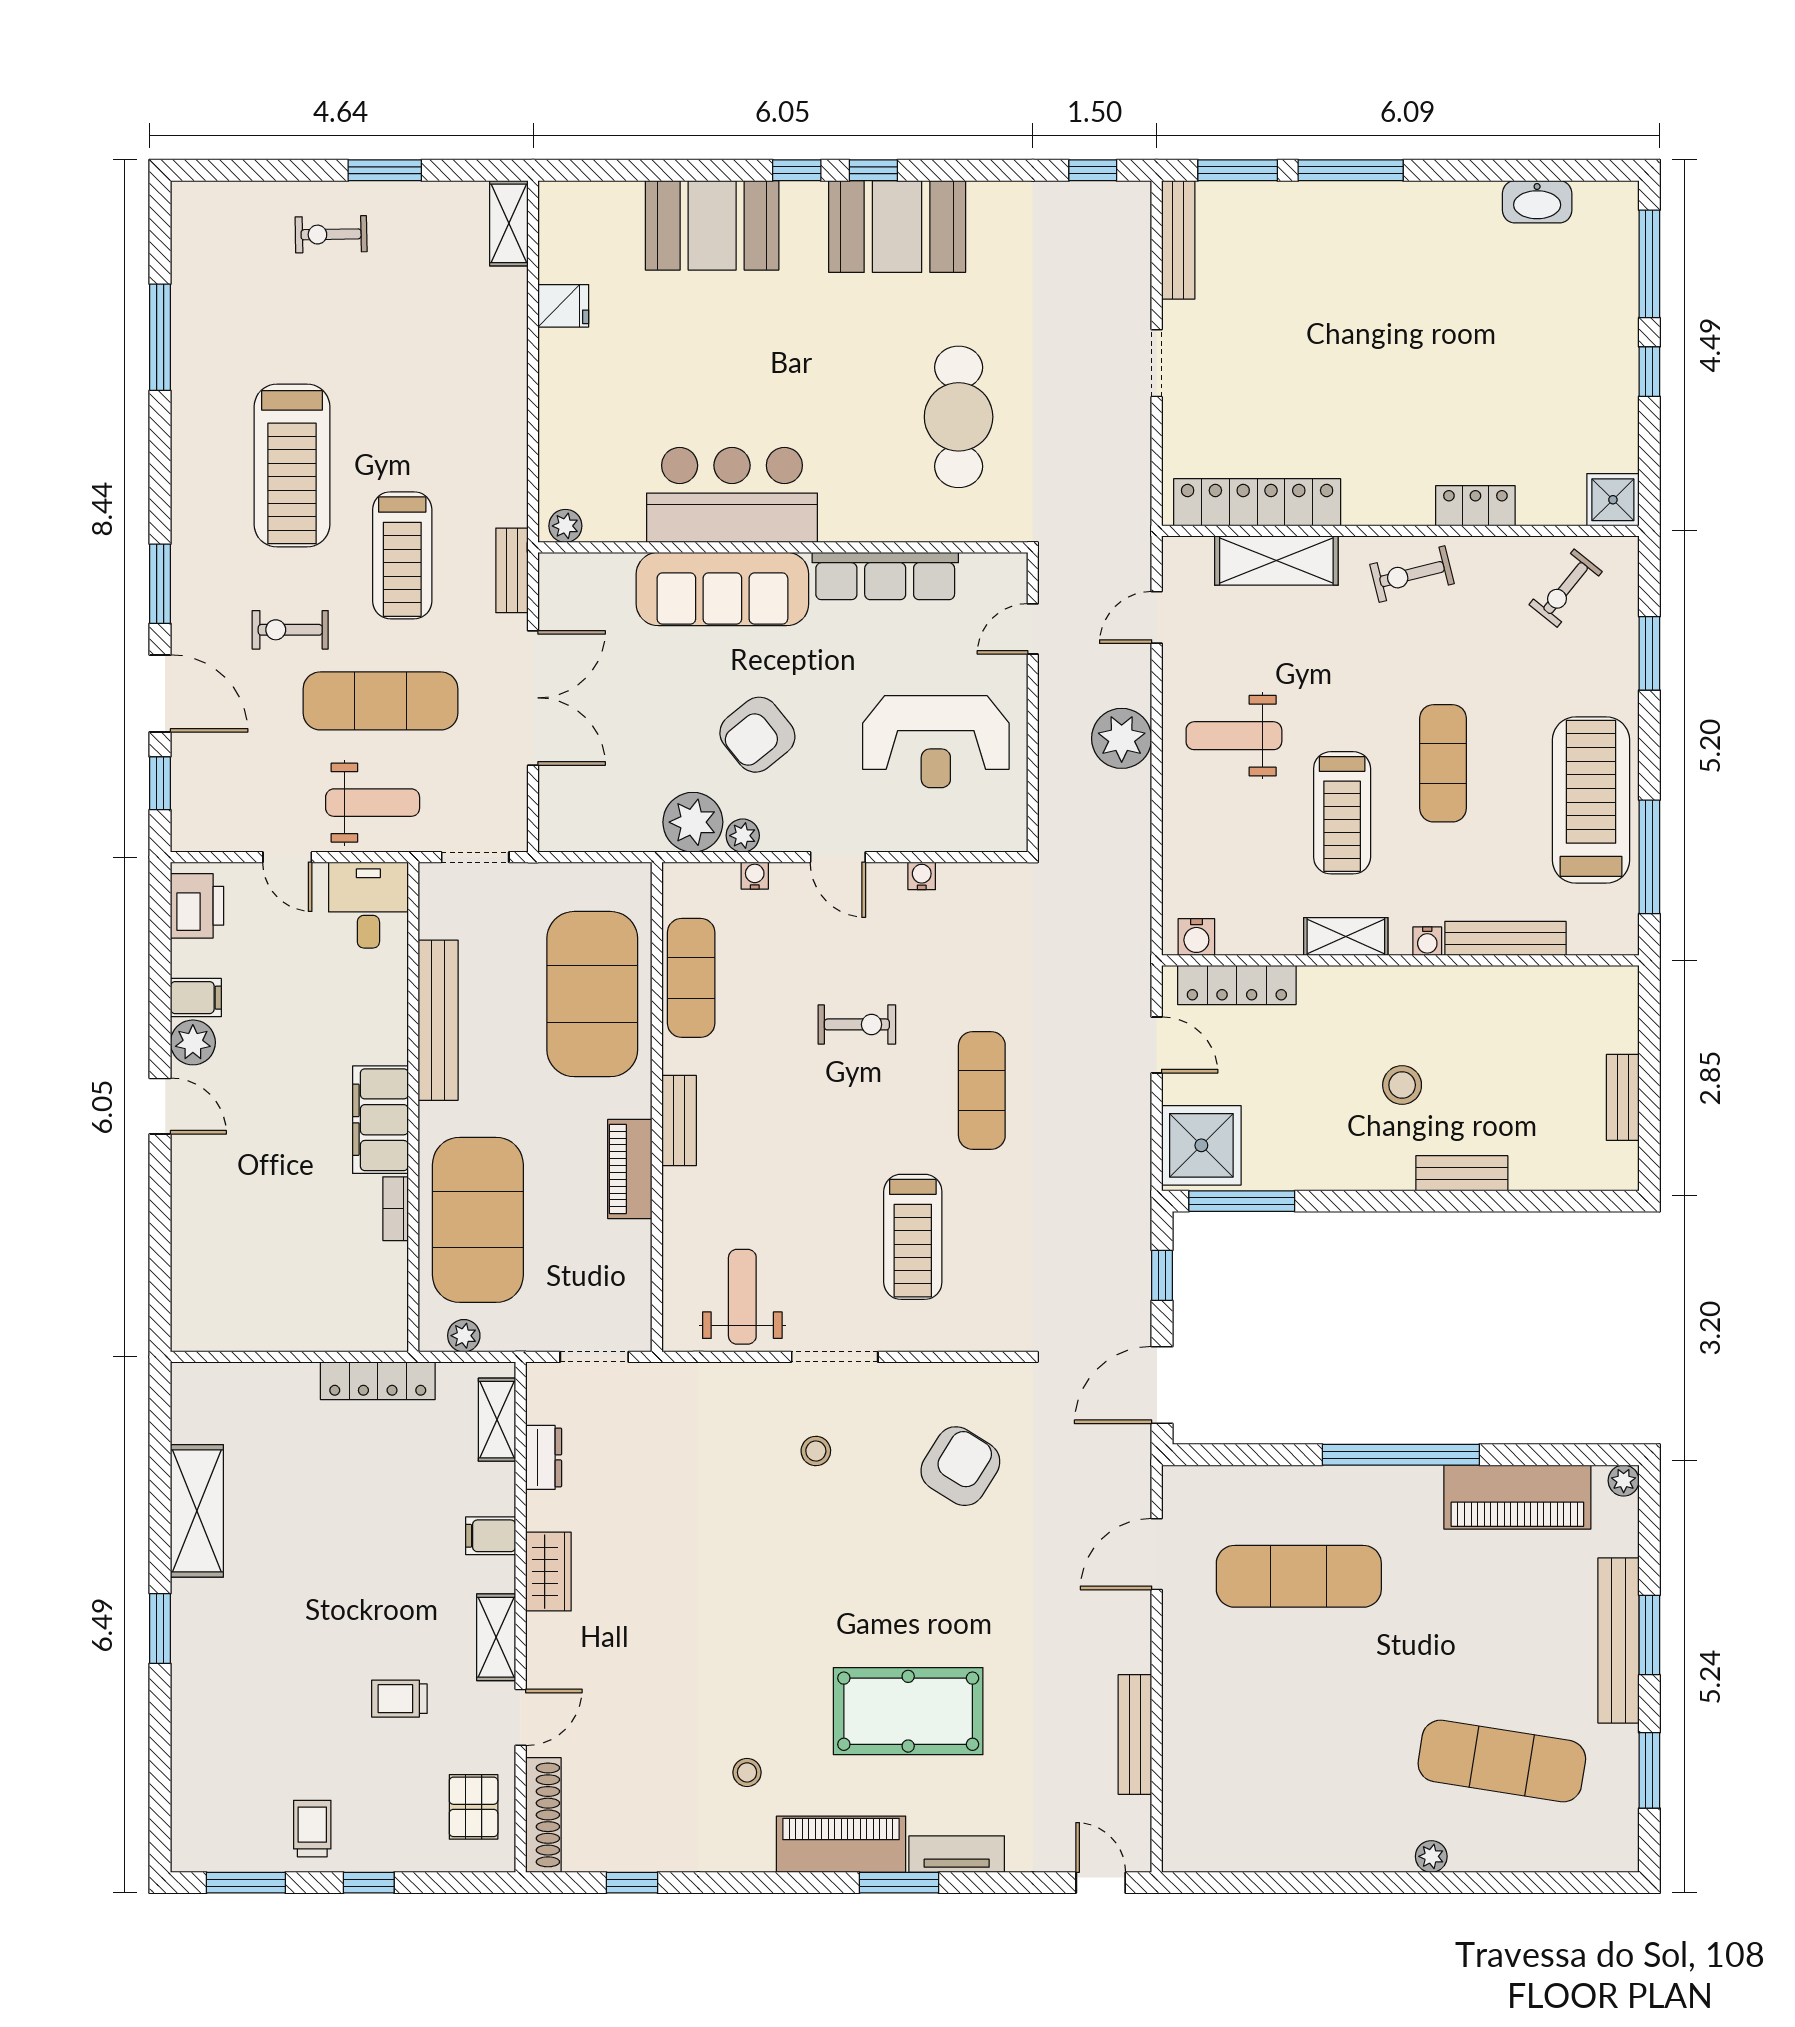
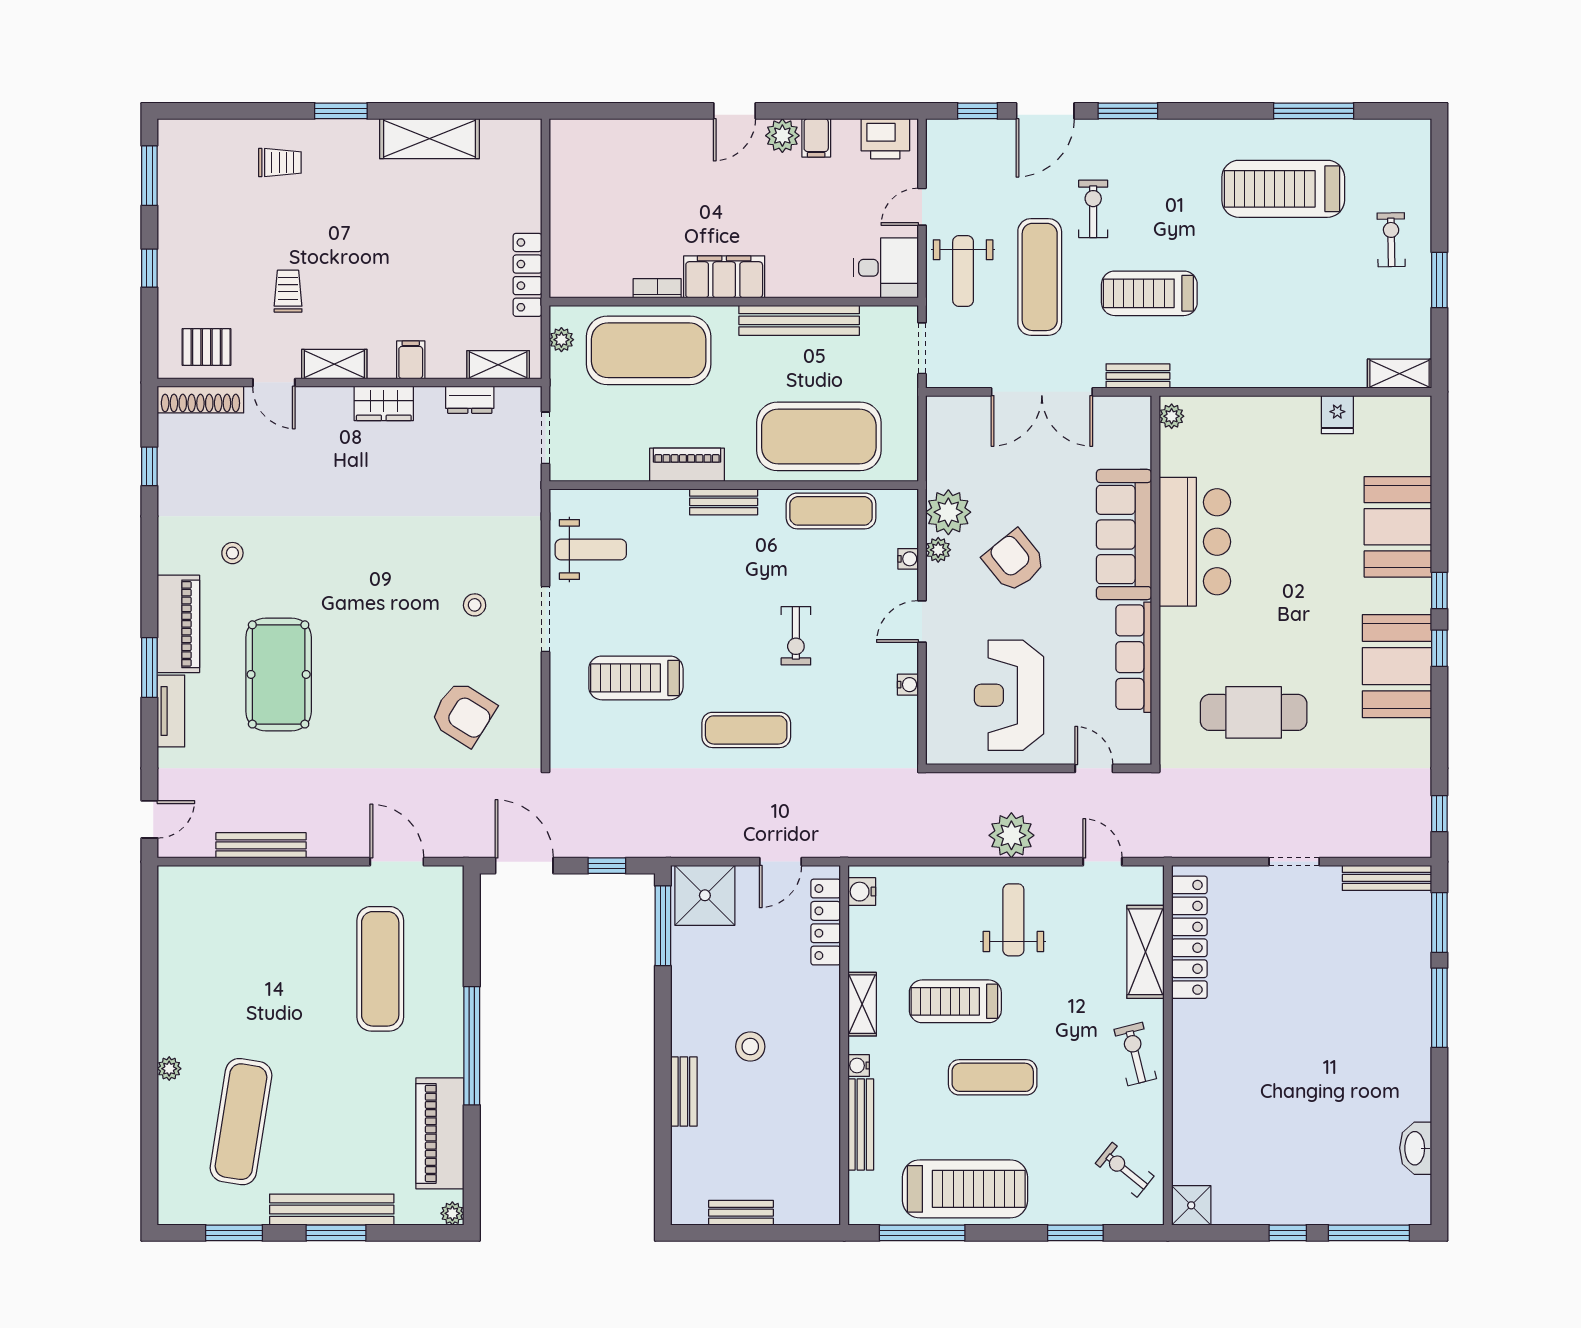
treadmill: (292, 466) -> (1283, 189), moved
locker: (1475, 506) -> (1187, 1102), removed
trolley: (312, 1829) -> (280, 162), moved

